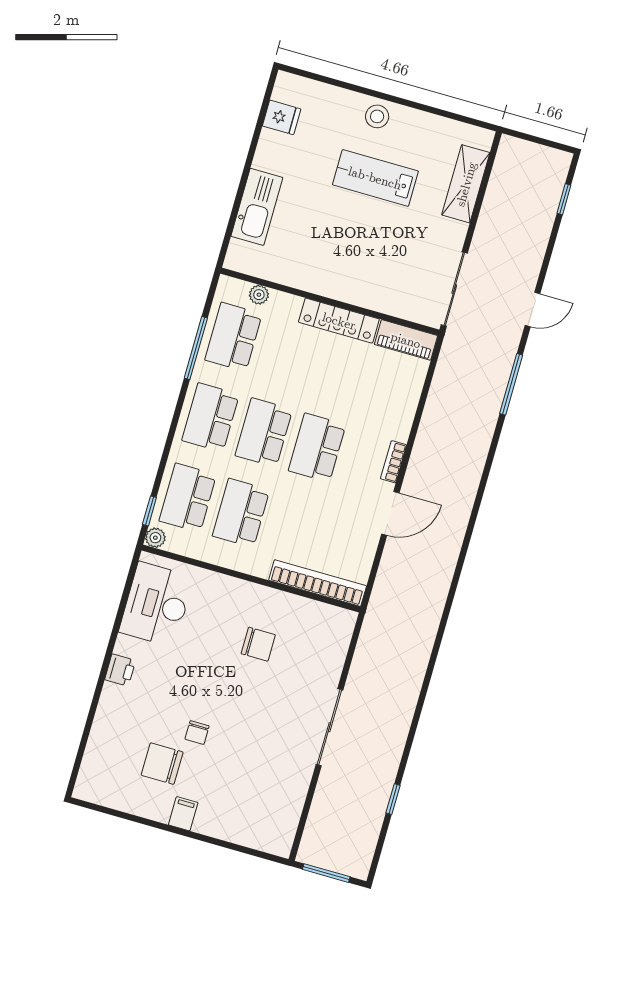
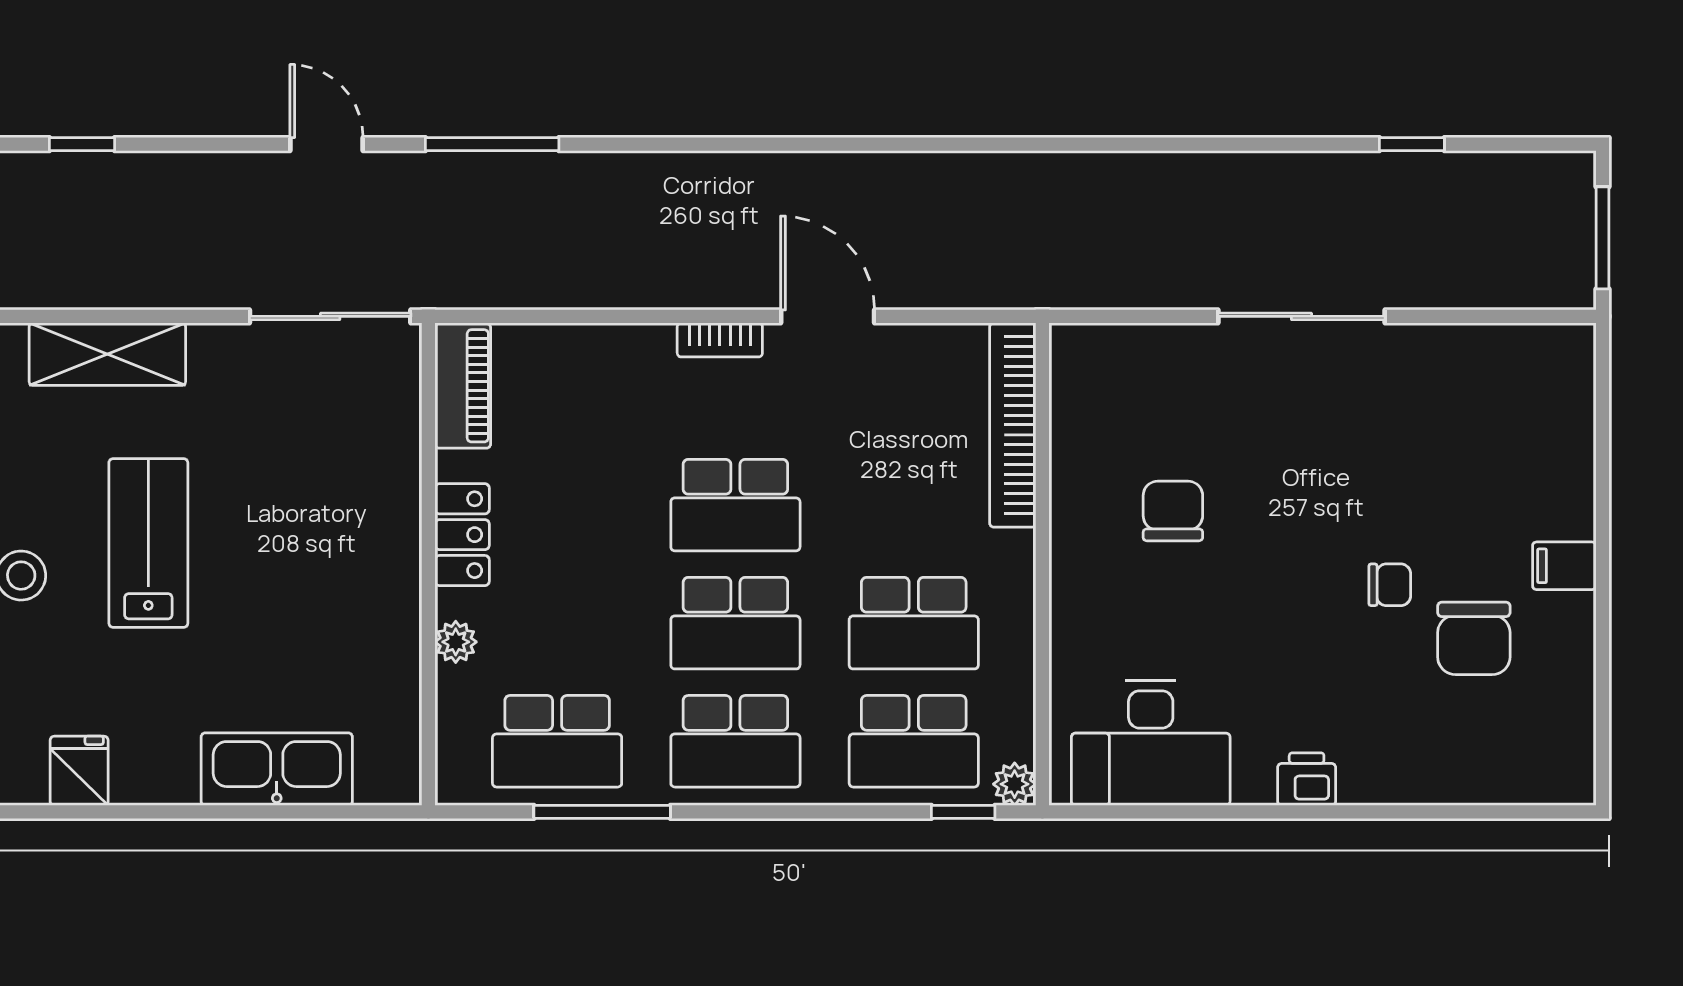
lab bench: (375, 178) -> (148, 543), turned 180
plant: (259, 295) -> (456, 642), moved
locker: (339, 321) -> (462, 535), width x0.66

